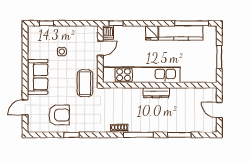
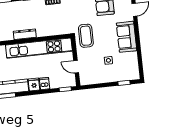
dishwasher: (108, 33) -> (45, 84), moved
door: (100, 48) -> (76, 67), hinge flipped

